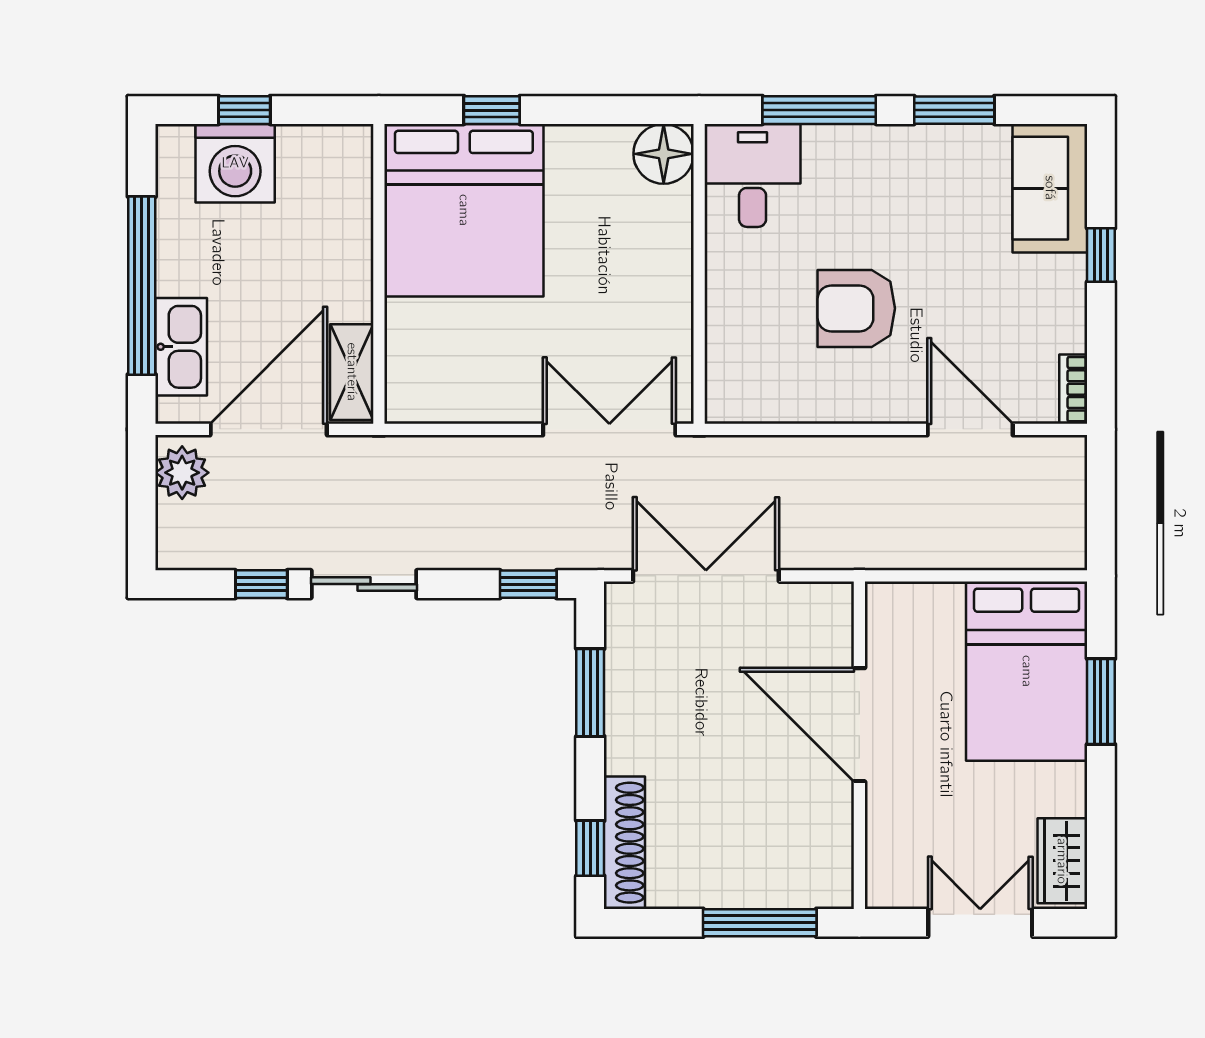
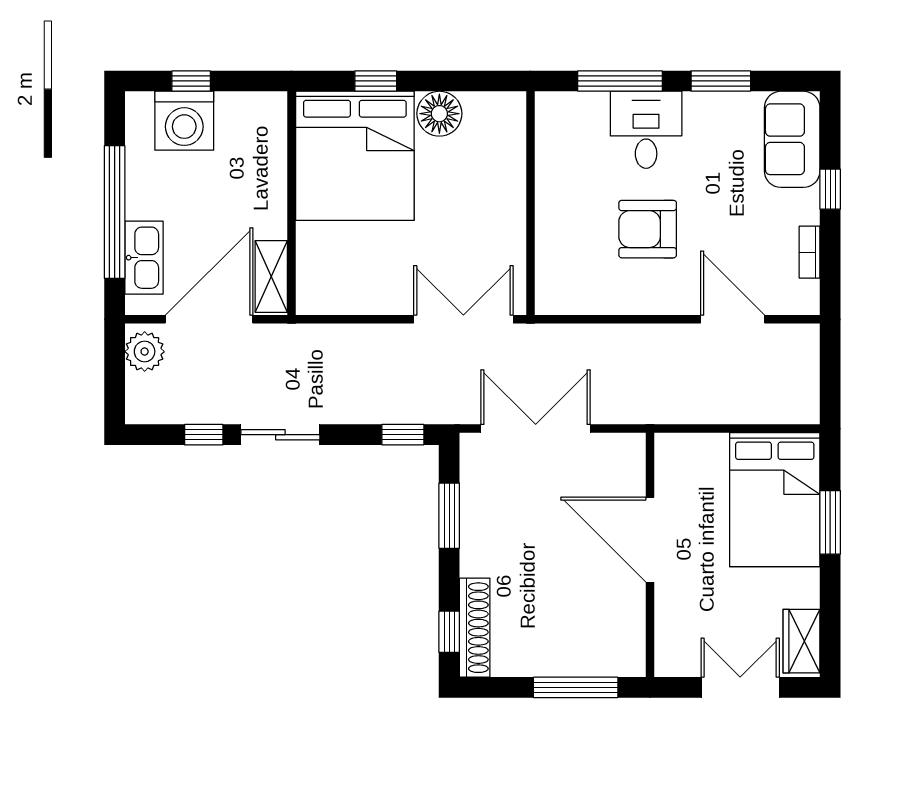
floor lamp: (664, 154) -> (439, 114), moved
desk: (753, 175) -> (646, 130), moved
bookcase: (1073, 389) -> (810, 252), moved

